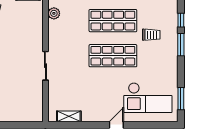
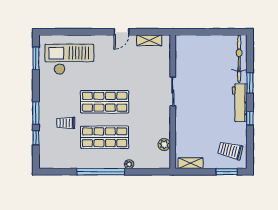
door: (116, 125) -> (121, 32), moved

